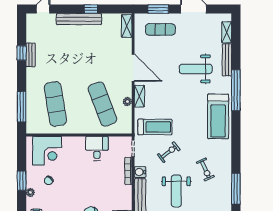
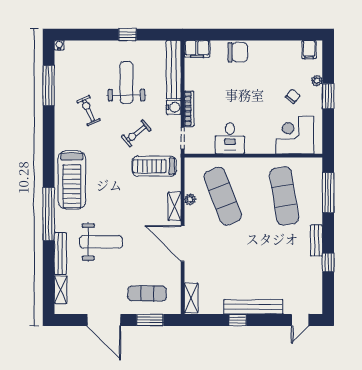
bench: (31, 55) -> (316, 240), moved
treadmill: (218, 116) -> (72, 180), turned 180

